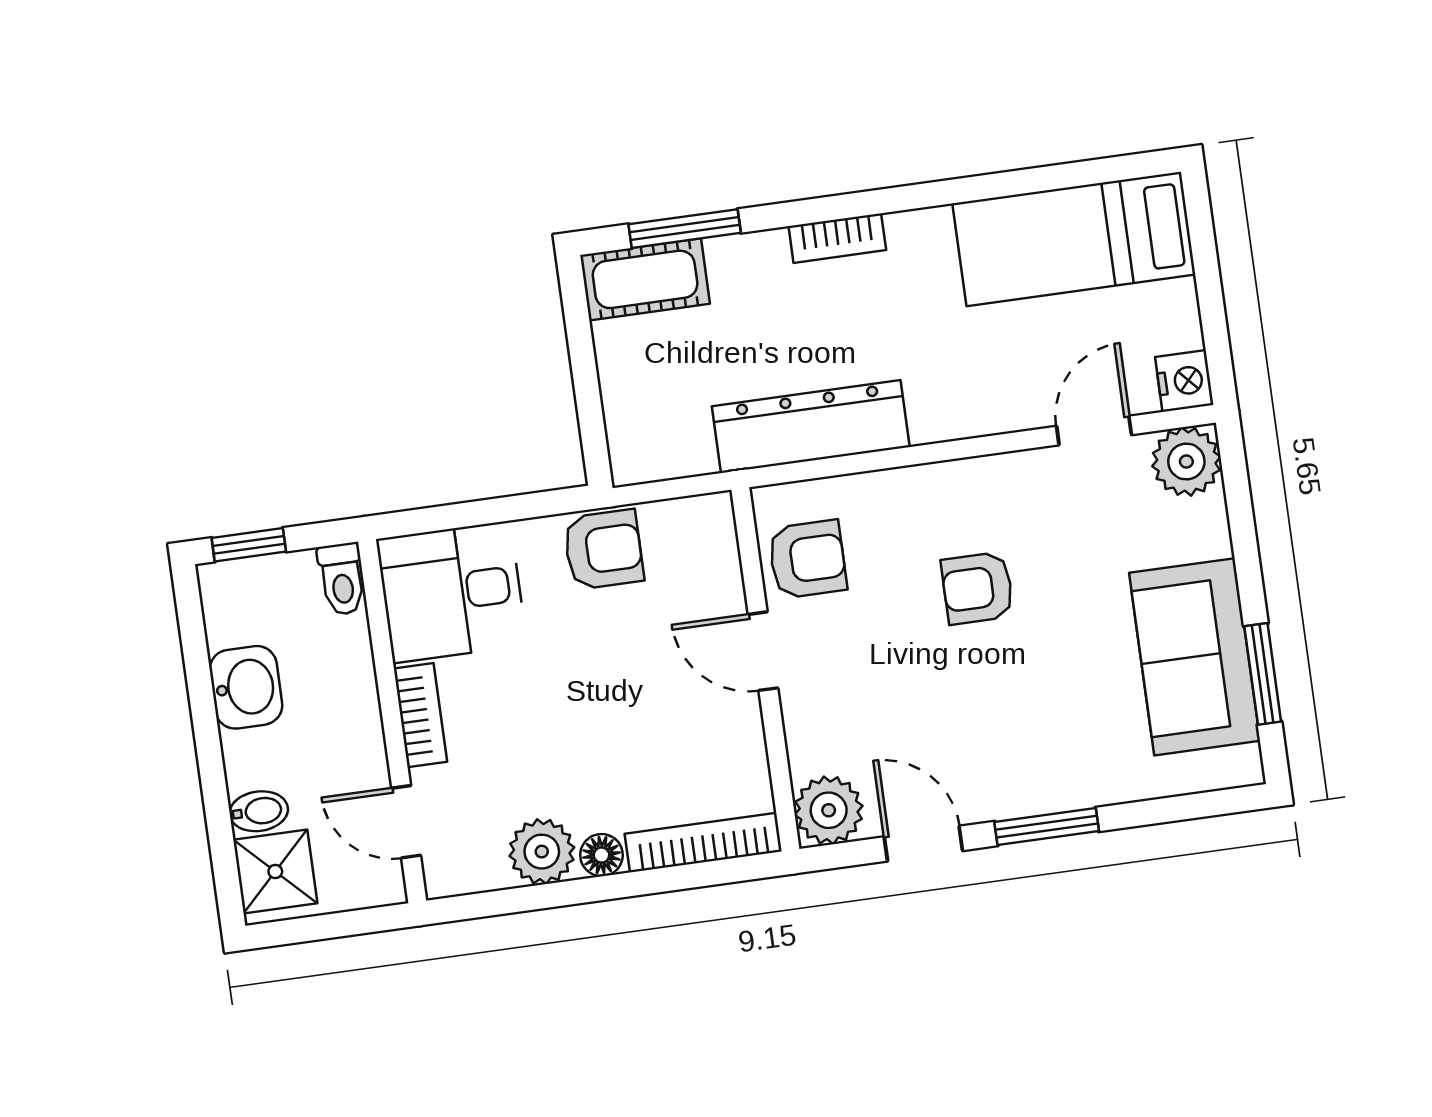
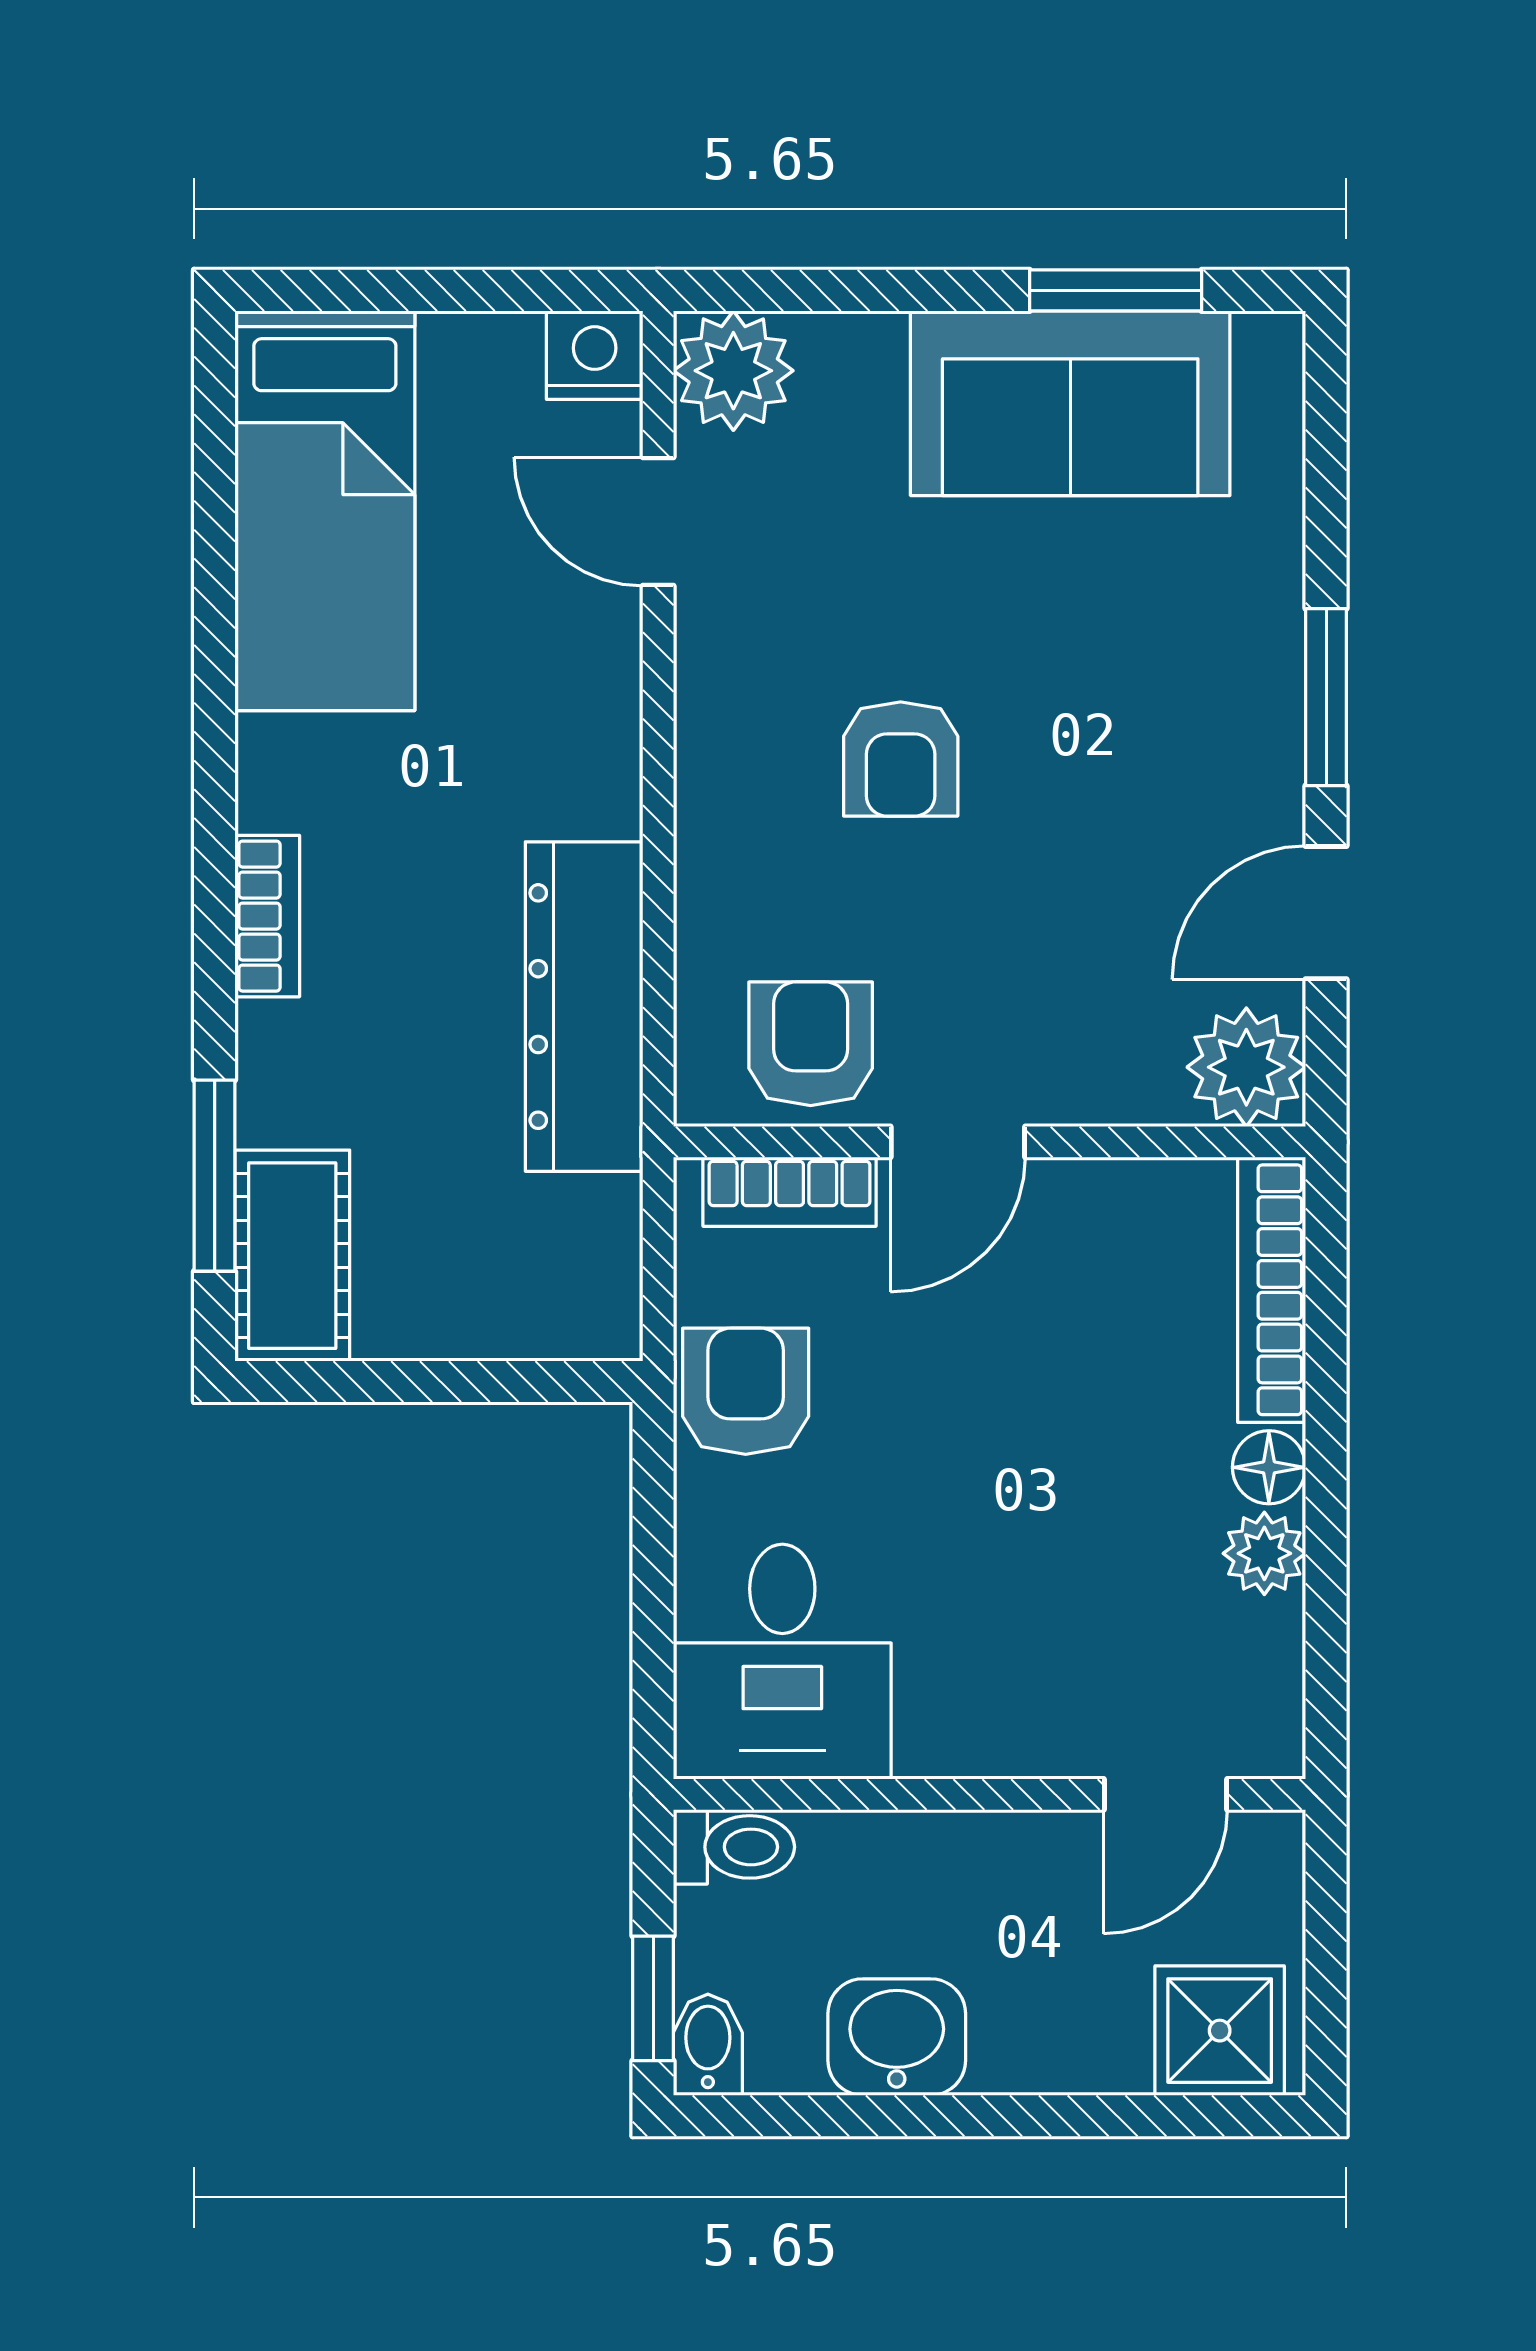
bookcase: (420, 715) -> (790, 1192), moved, turned 180
bidet: (259, 811) -> (708, 2045), moved
plant: (542, 852) -> (1264, 1553), width x0.73, depth x0.73

